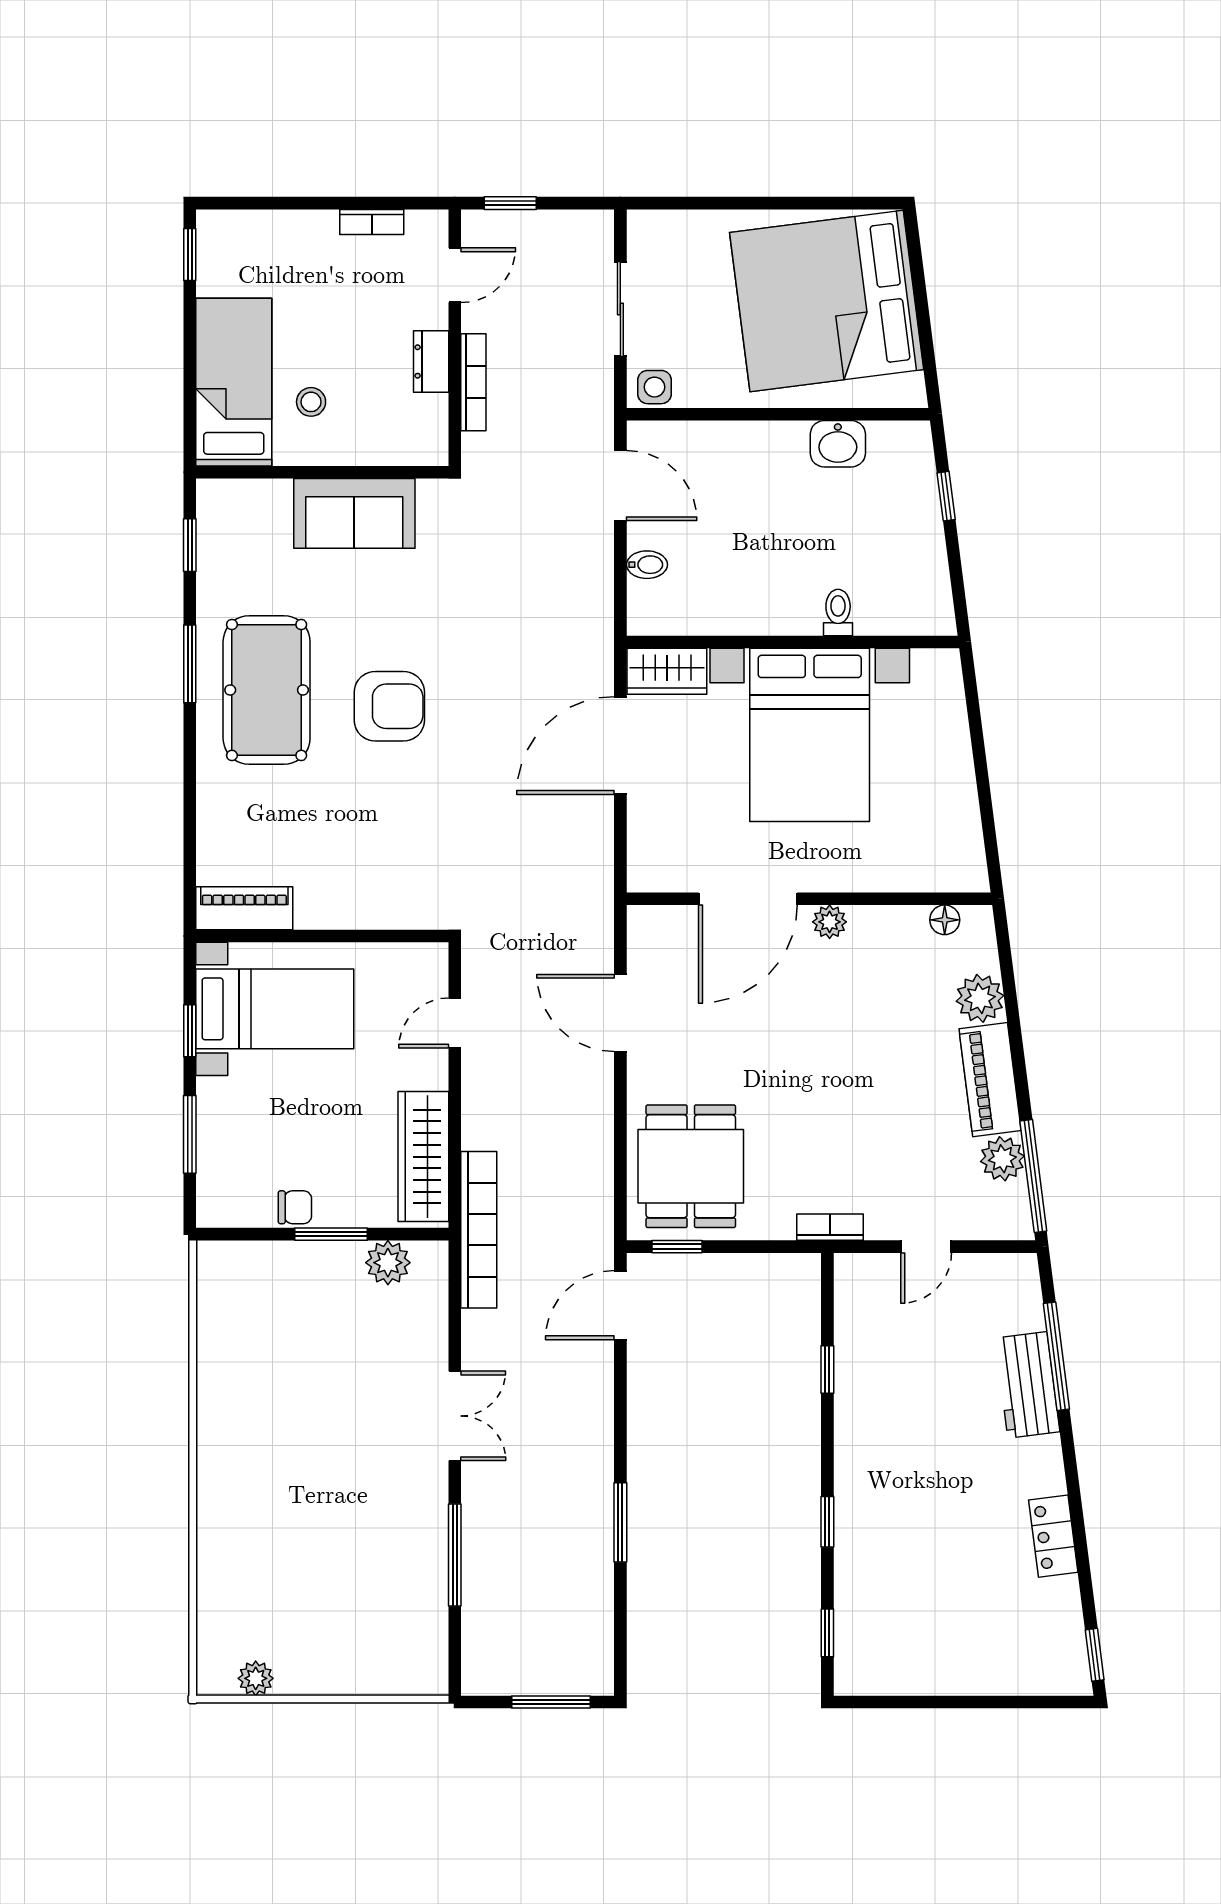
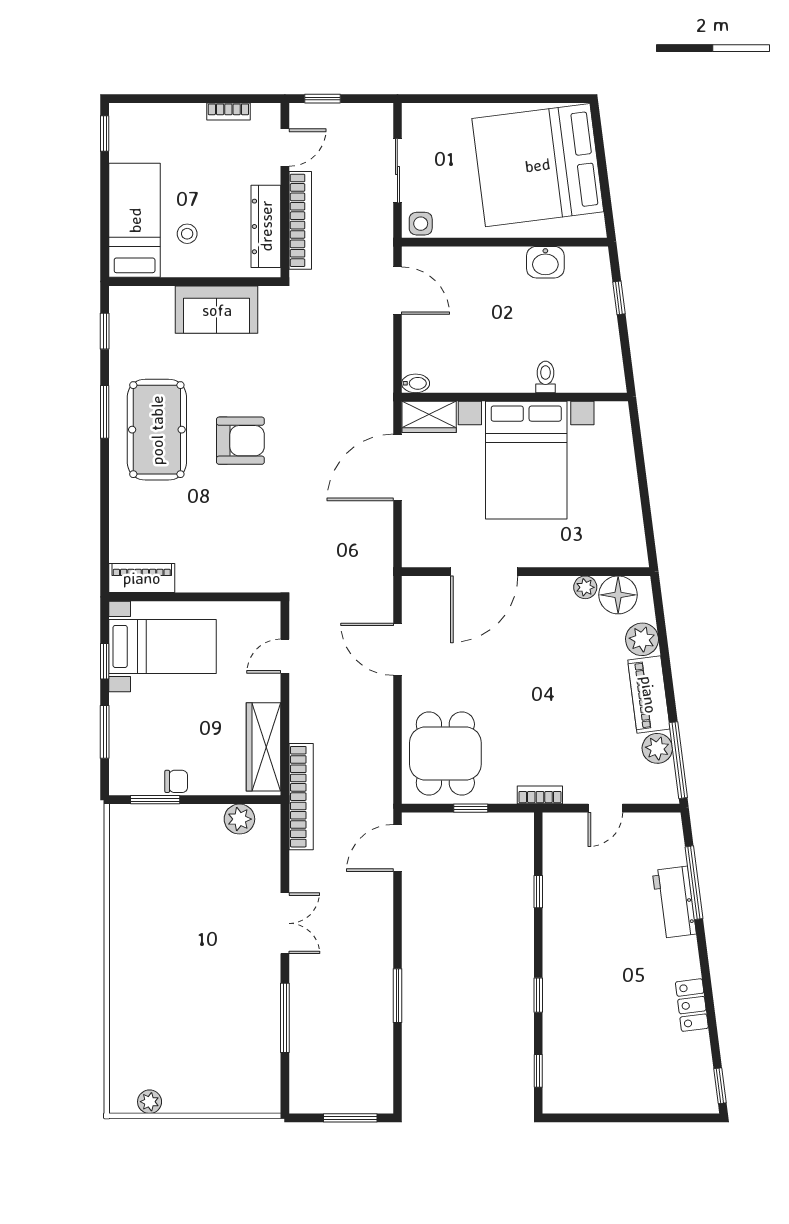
dresser: (431, 361) -> (266, 226), width x1.96, depth x1.24
bookcase: (473, 382) -> (300, 220), width x1.48, depth x1.31
bidet: (647, 565) -> (416, 383), moved
floor lamp: (945, 920) -> (618, 595), width x1.89, depth x1.89
plant: (830, 922) -> (585, 587), moved
window: (331, 1234) -> (155, 800), moved
window: (677, 1247) -> (471, 808), moved

